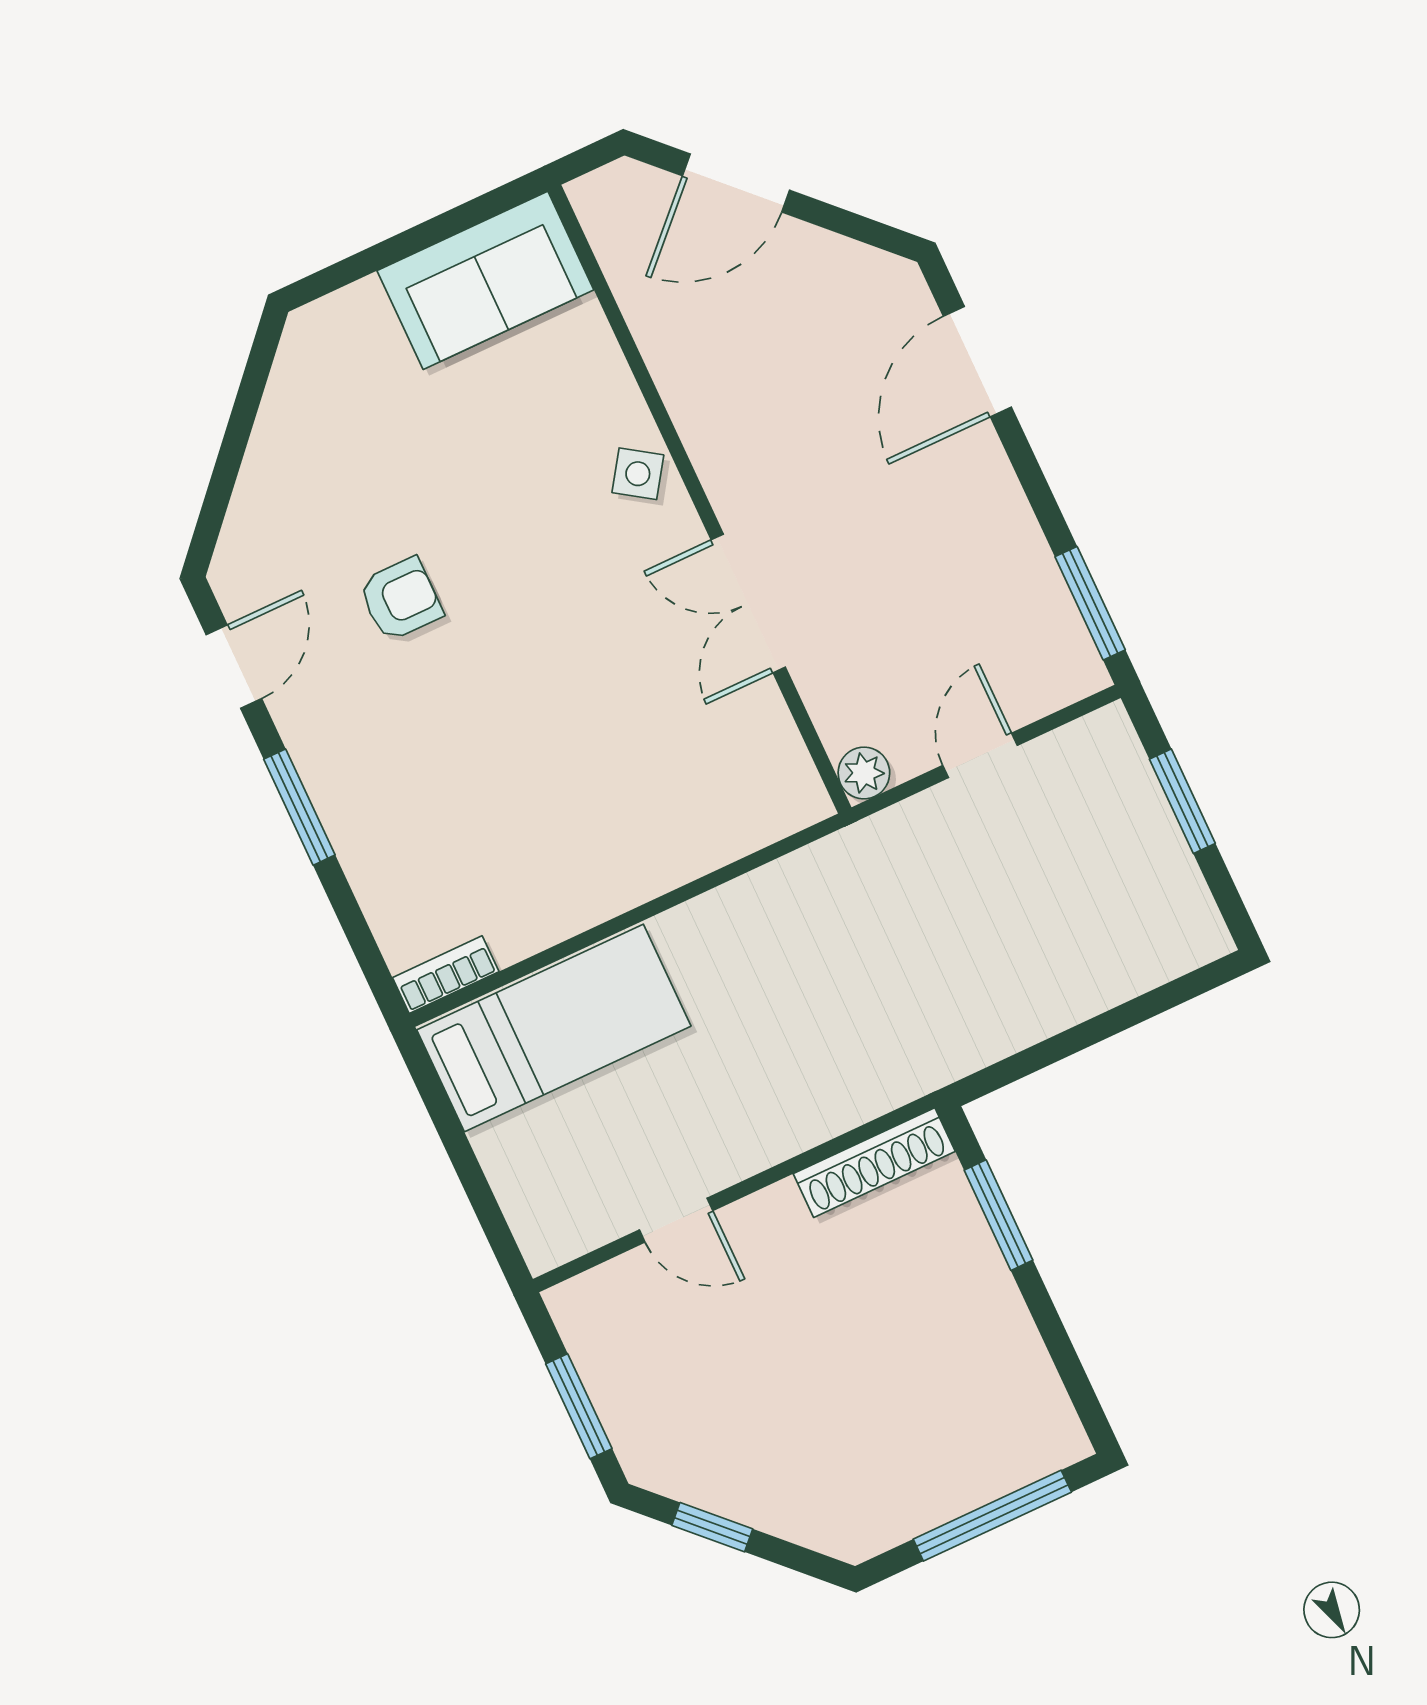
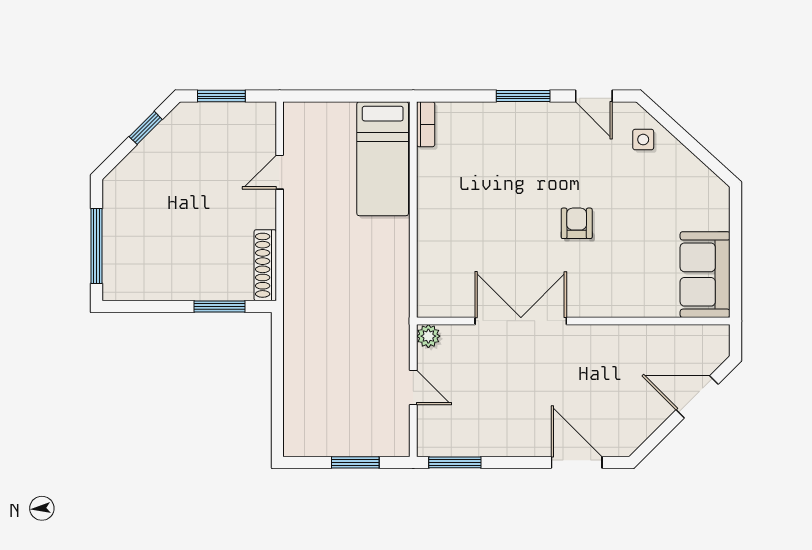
door: (736, 183) -> (697, 397), hinge flipped
side table: (638, 474) -> (643, 140), moved, turned -34
armchair: (401, 599) -> (577, 223), moved, turned 180
double door: (748, 603) -> (521, 321), width x1.37

